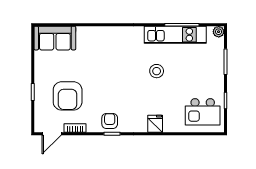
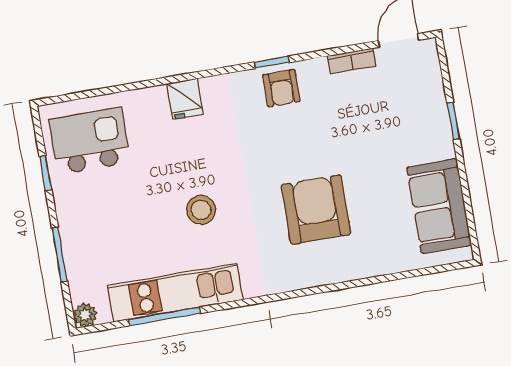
sofa: (55, 38) -> (439, 206), moved, turned -90
armchair: (68, 96) -> (316, 209), moved

